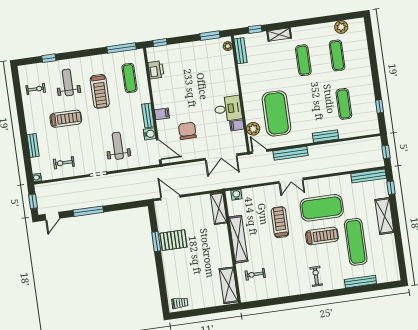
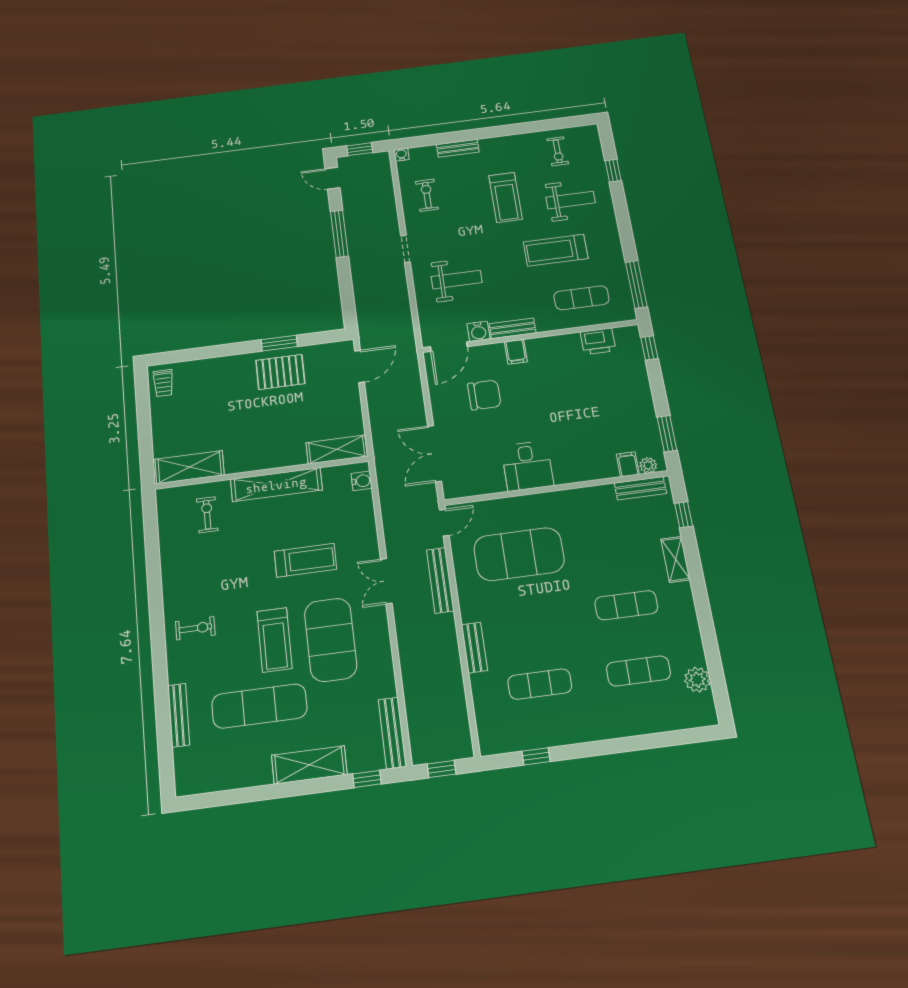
filing cabinet: (237, 125) -> (628, 464), moved
plant: (253, 129) -> (488, 511), removed
pallet: (173, 240) -> (280, 372), turned 90

